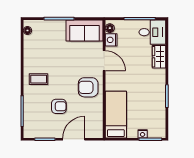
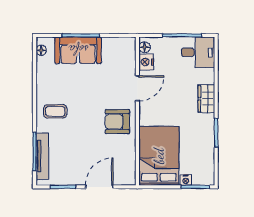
sofa: (85, 31) -> (78, 50), moved
wardrobe: (159, 57) -> (206, 99), moved
door: (104, 61) -> (137, 88), hinge flipped
armchair: (59, 106) -> (81, 145), removed
tv unit: (28, 115) -> (42, 156), added
bed: (116, 115) -> (159, 156), width x1.50

